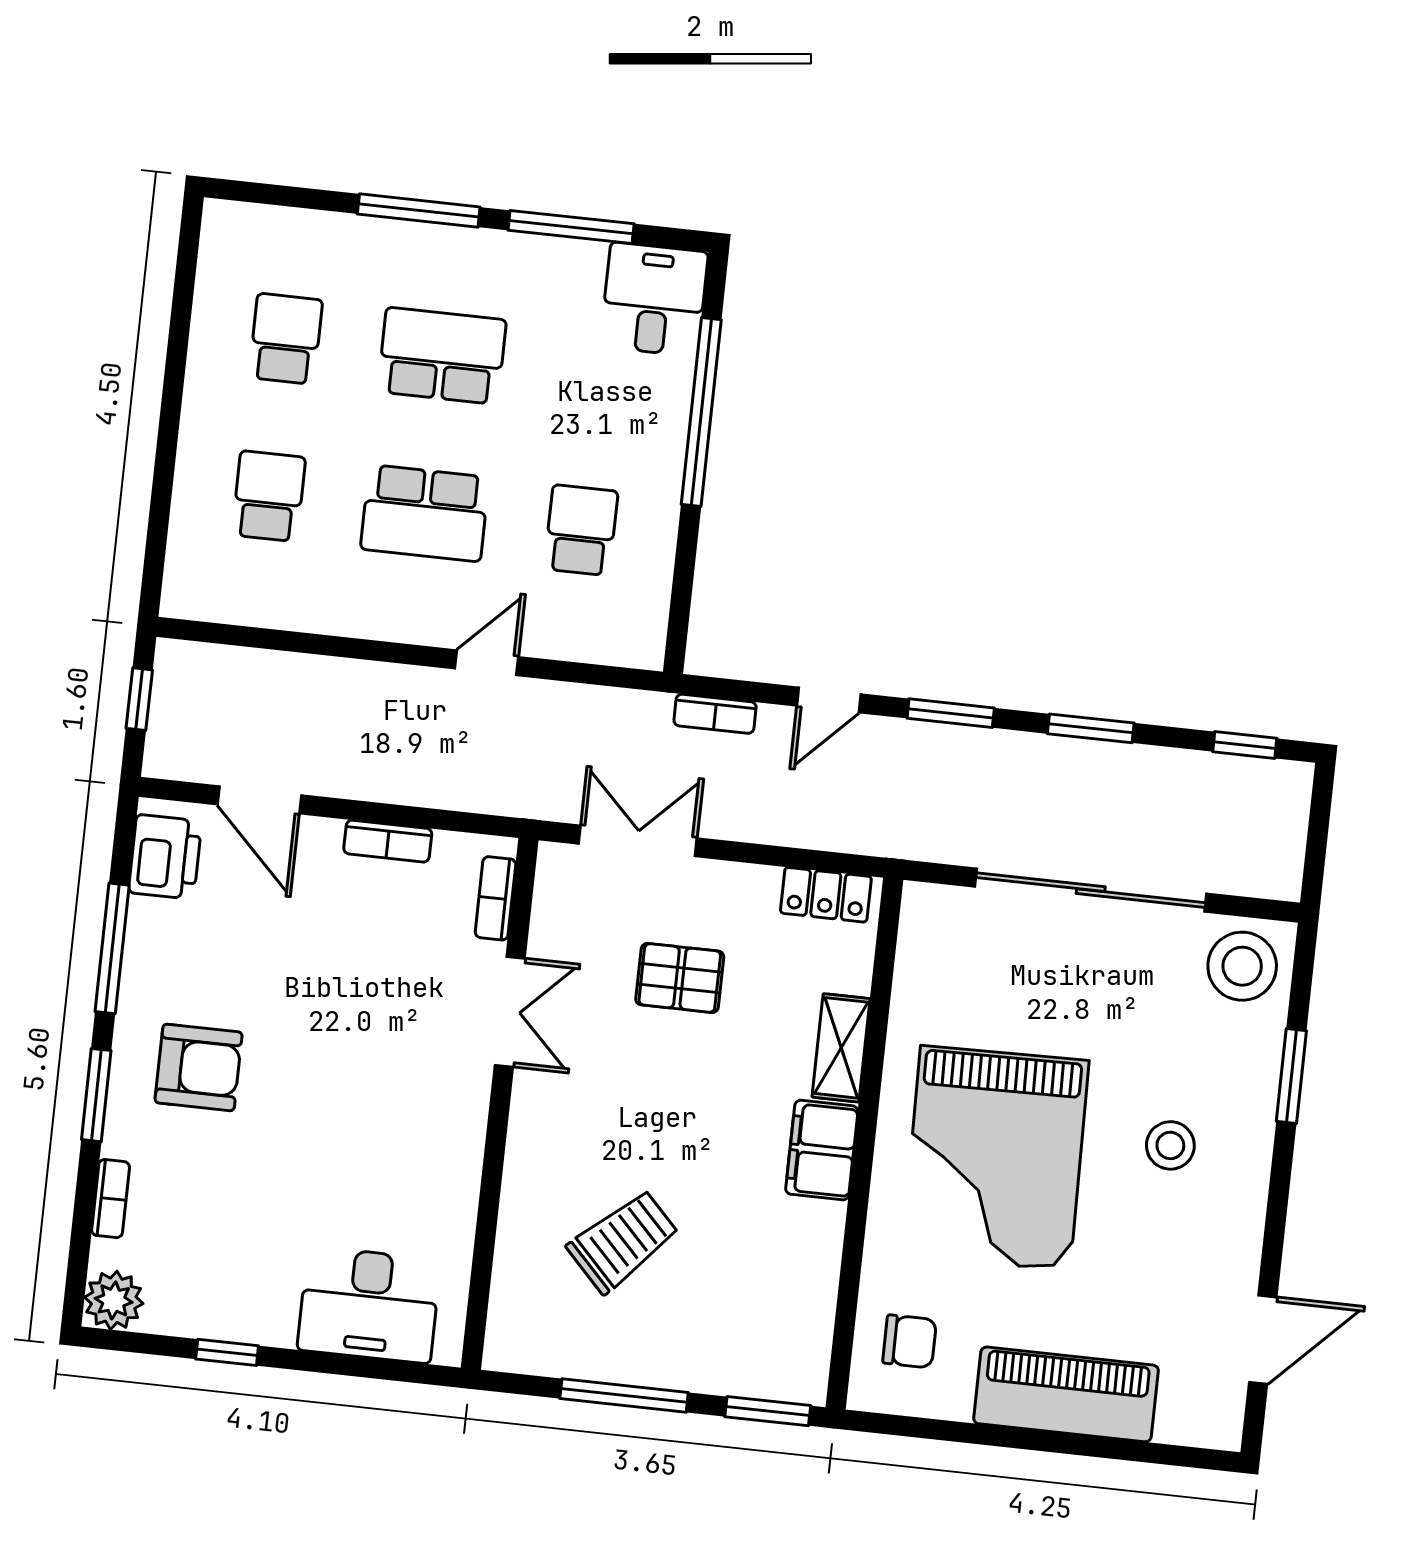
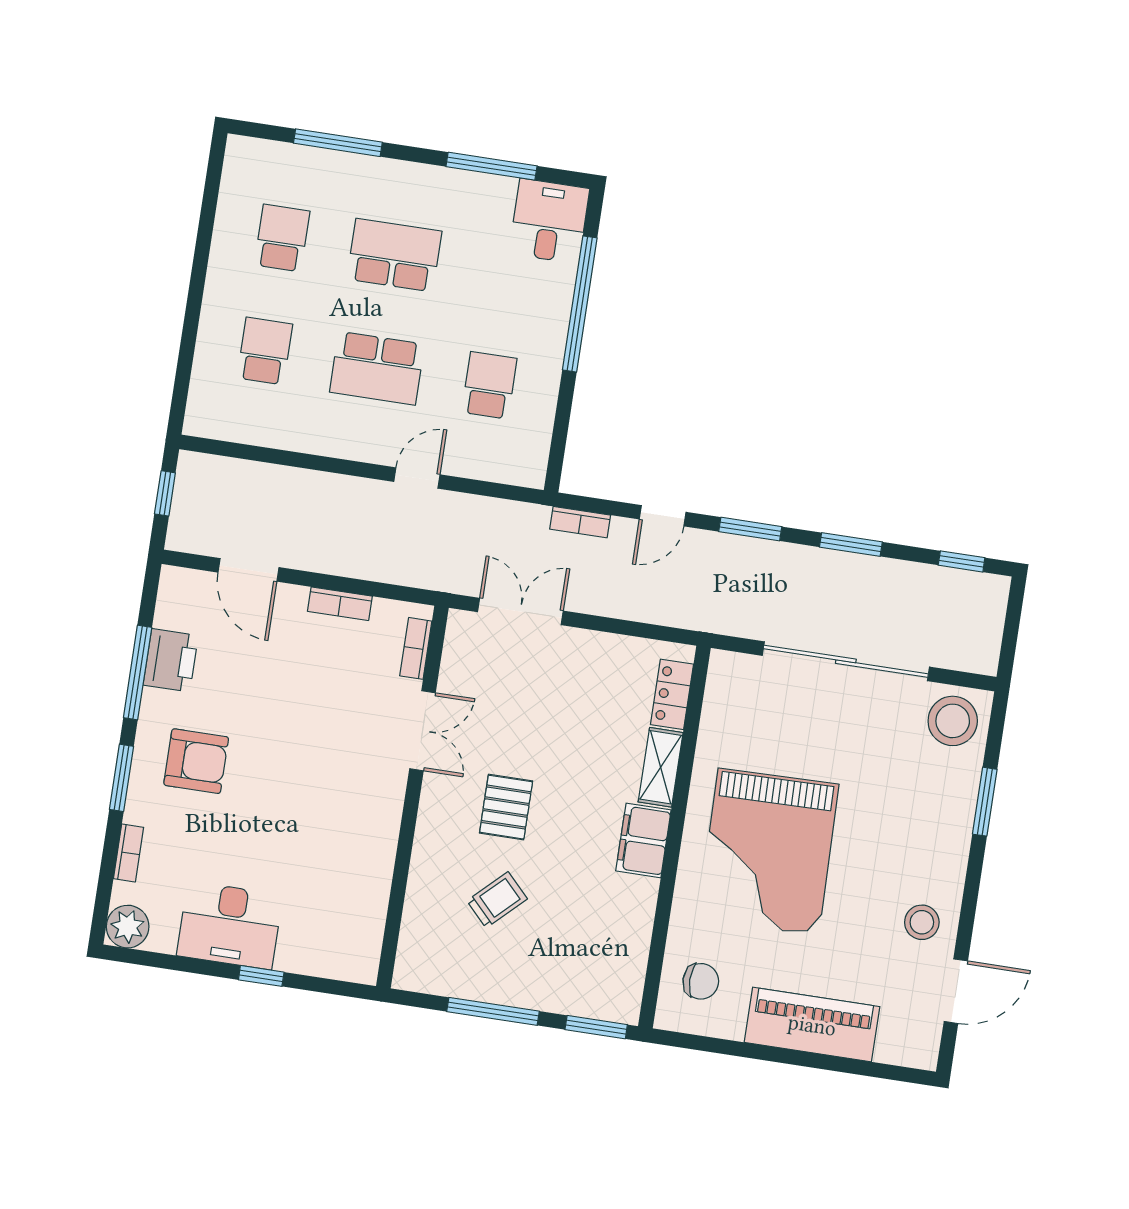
window: (419, 210) -> (338, 143), moved
printer: (165, 857) -> (171, 660), moved
locker: (826, 895) -> (672, 694), moved, turned 90
pallet: (680, 978) -> (506, 807), moved, turned 90
stool: (1170, 1145) -> (922, 922), moved
trolley: (623, 1241) -> (497, 900), width x0.73, depth x0.72
desk: (369, 1305) -> (230, 925), moved
window: (227, 1352) -> (261, 976), moved

